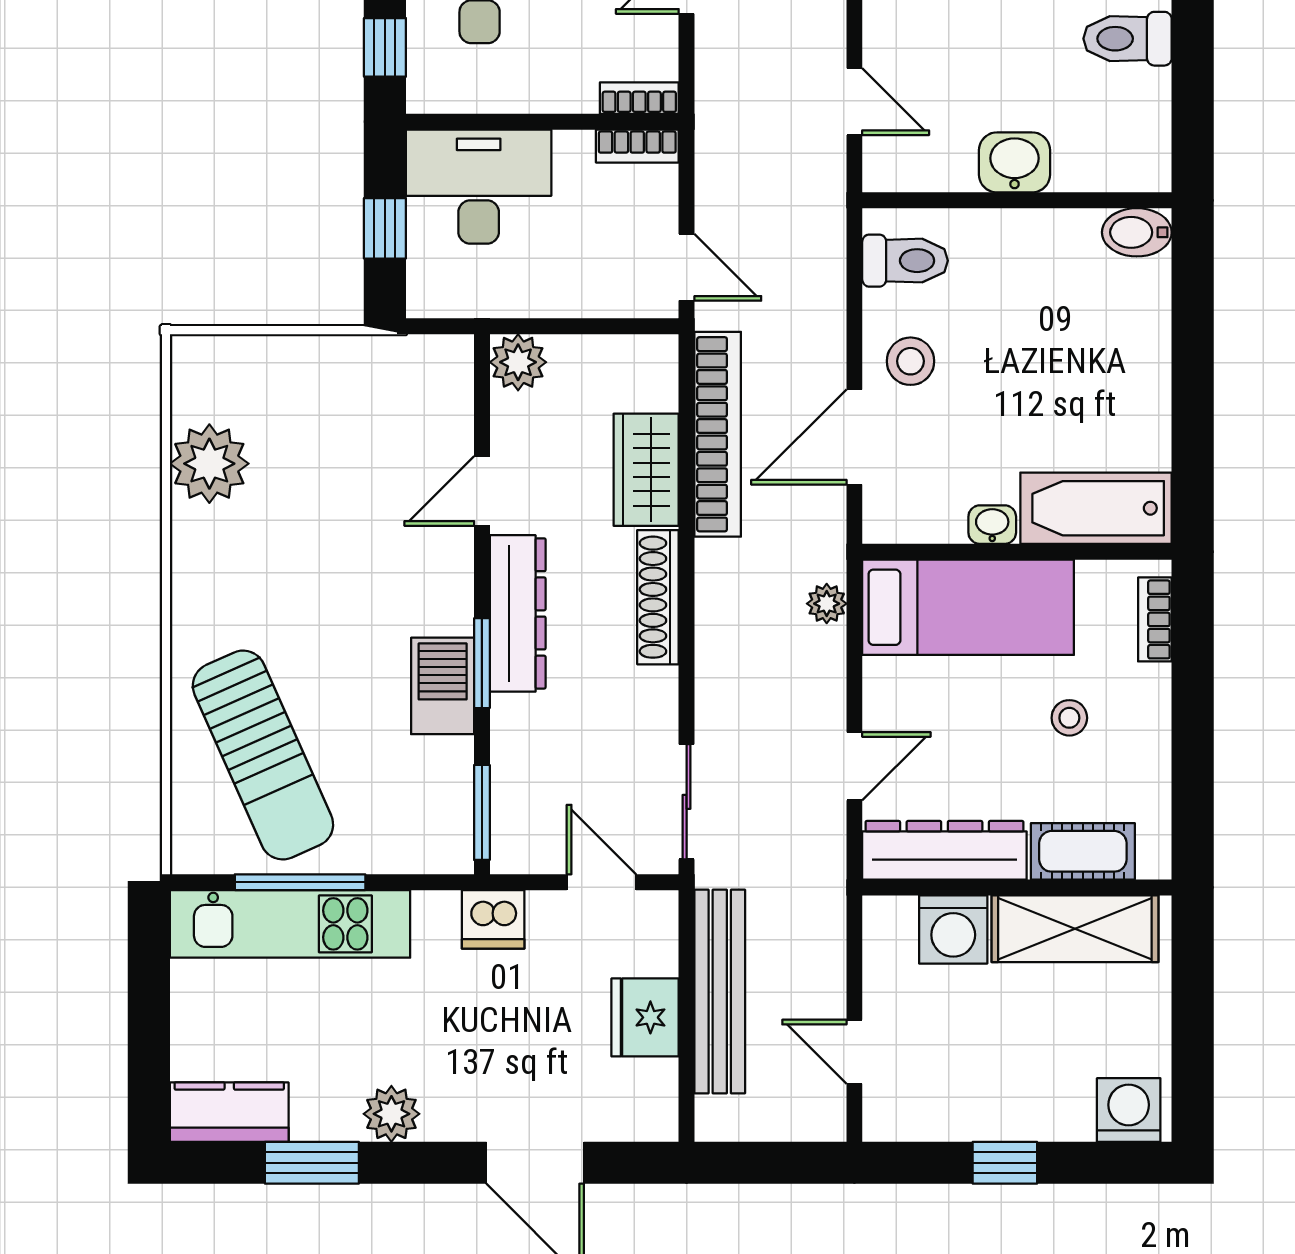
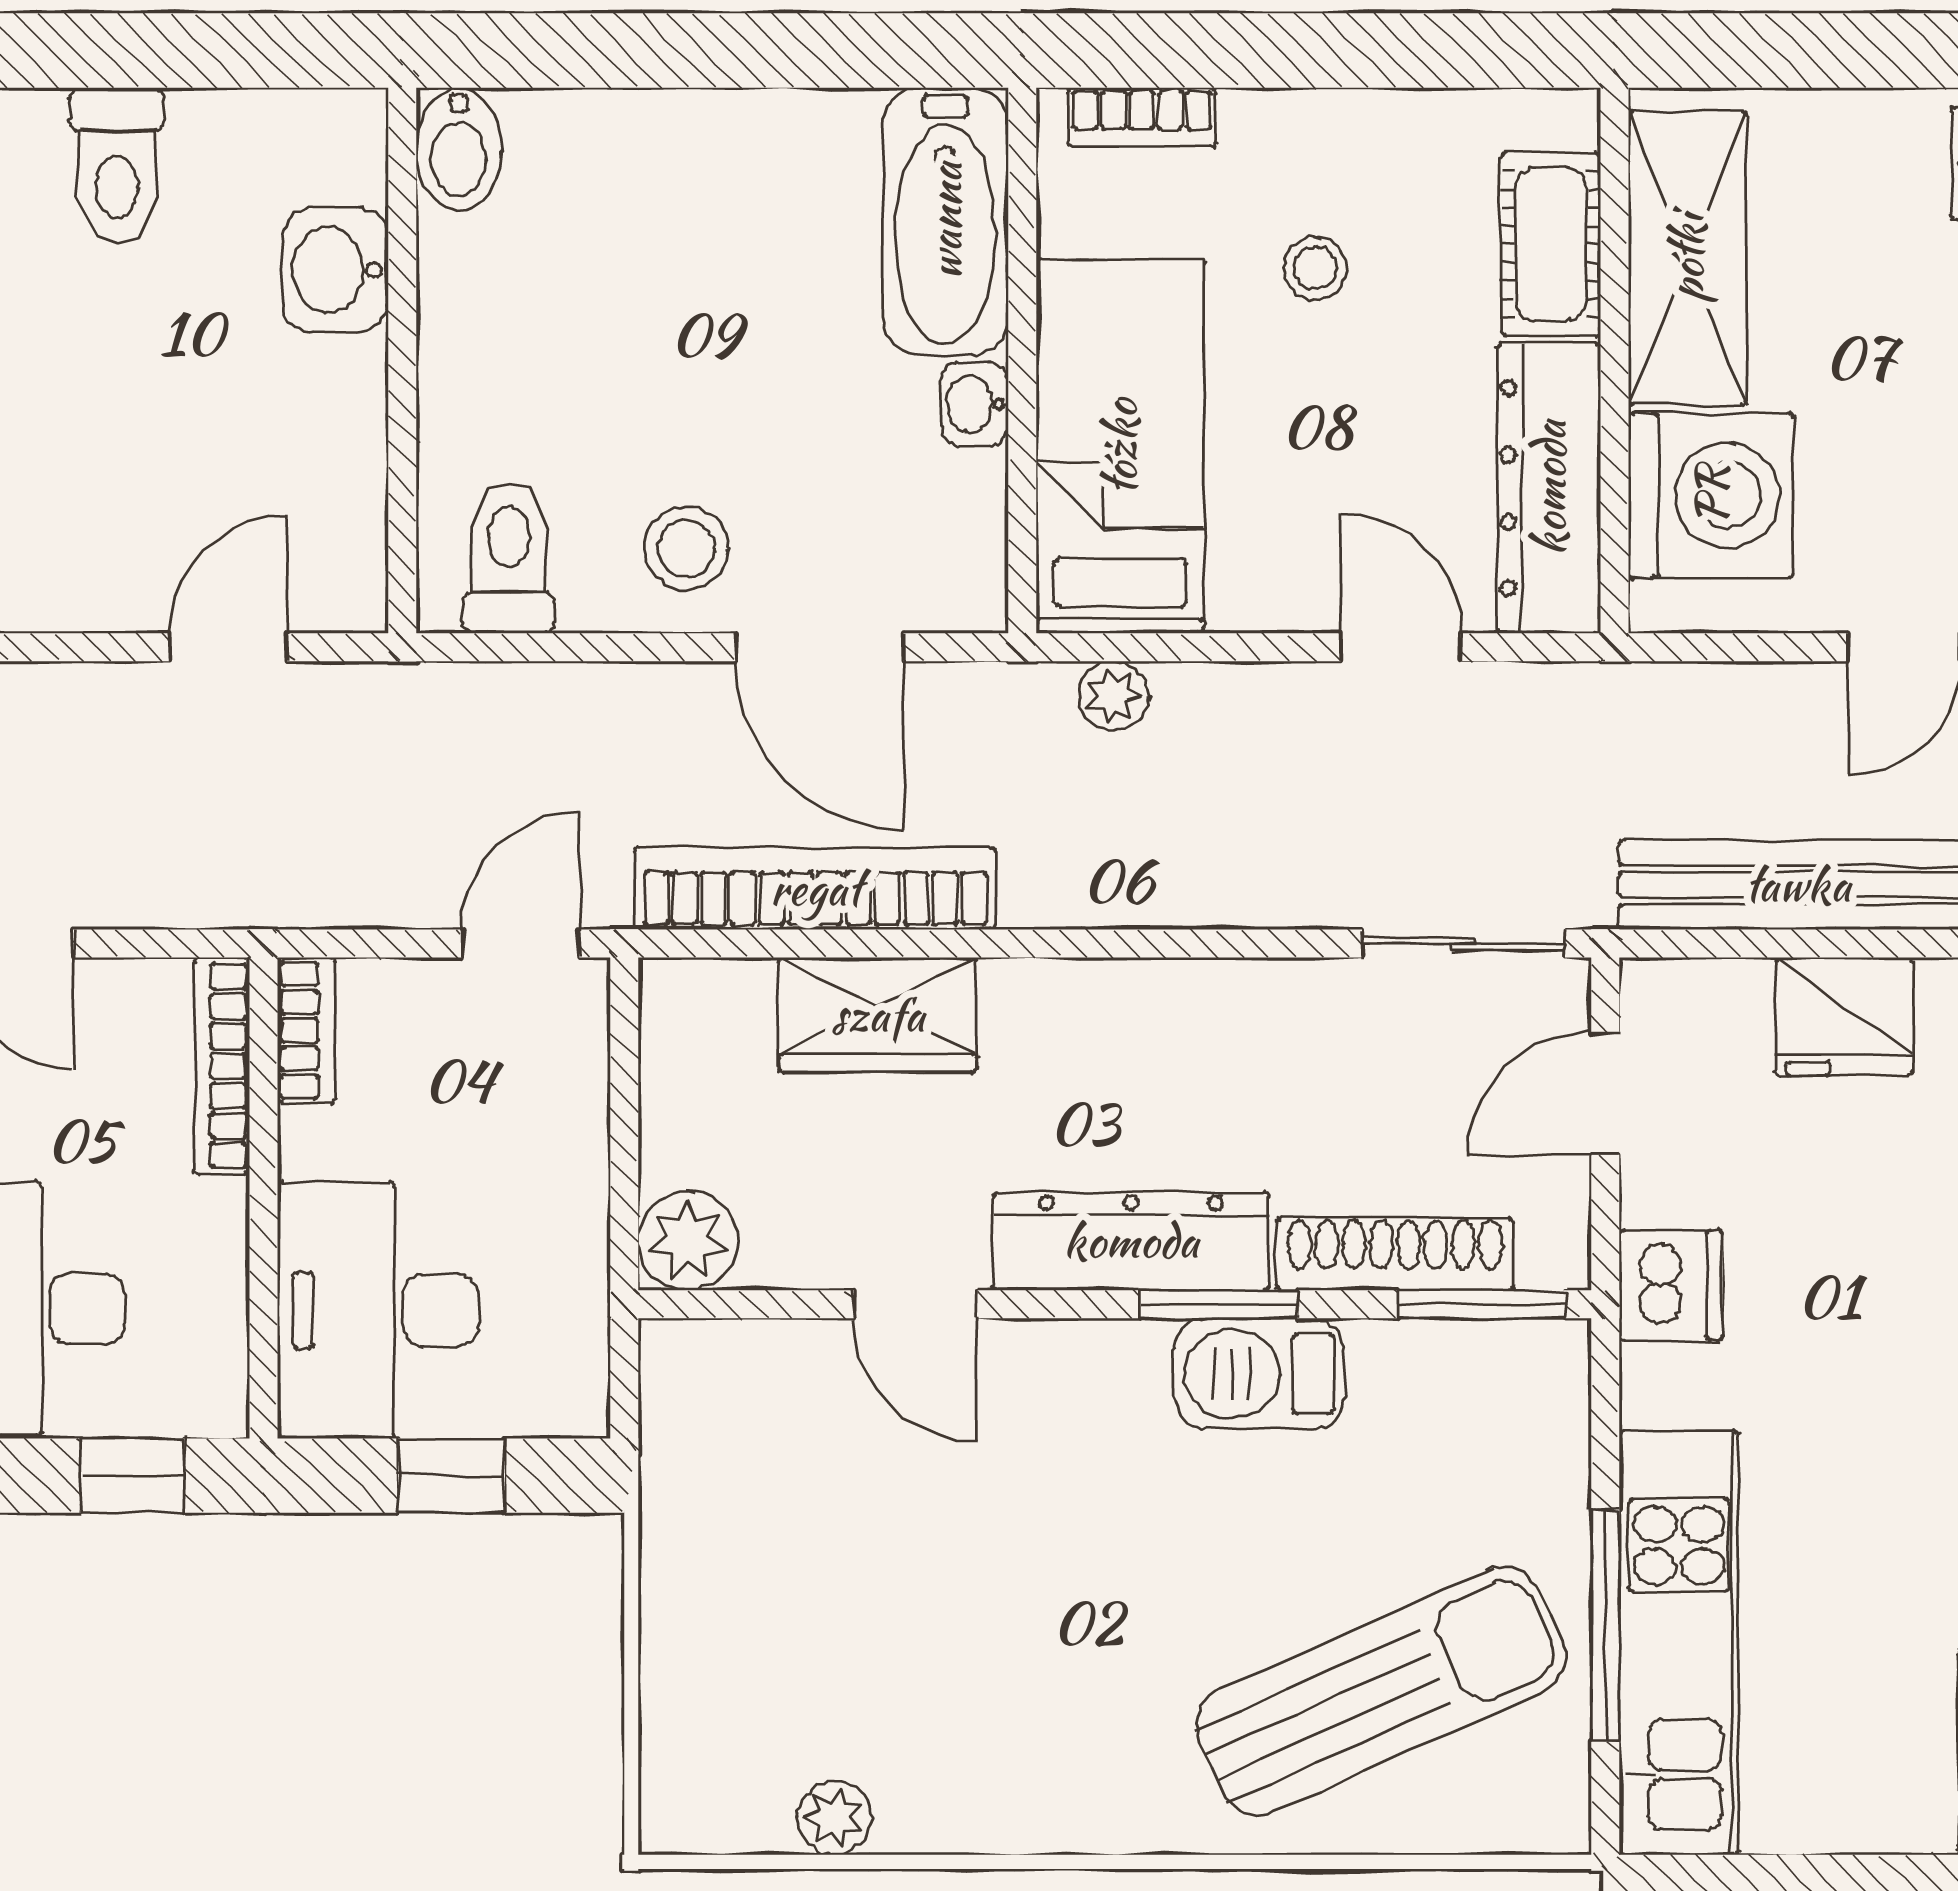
bookcase: (639, 98) -> (222, 1066), width x1.56
washbasin: (1015, 162) -> (335, 270), moved
plant: (209, 464) -> (834, 1818), width x0.53, depth x0.53
shoe rack: (658, 597) -> (1395, 1254), moved, turned 180
washing machine: (953, 929) -> (1711, 495), width x1.37, depth x1.37

